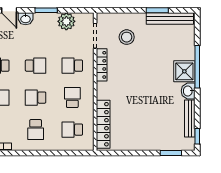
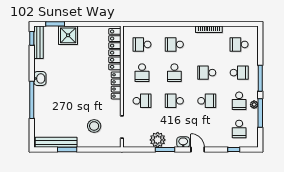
plant: (66, 21) -> (158, 140), moved
locker: (102, 65) -> (116, 85), moved
shower: (184, 71) -> (68, 35), moved
school desk: (36, 98) -> (174, 73), turned 90
bench: (190, 119) -> (38, 42), moved
school desk: (36, 130) -> (174, 44), turned -90
school desk: (72, 130) -> (142, 44), turned 180

